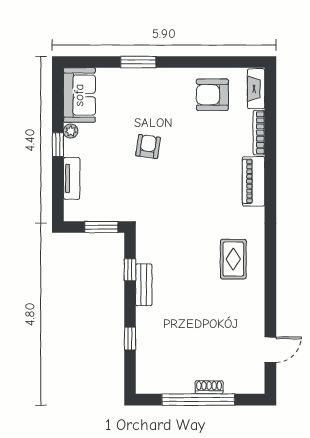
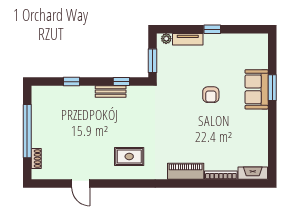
sofa: (79, 95) -> (257, 89), moved, turned 90
armchair: (212, 95) -> (248, 141), removed
plant: (71, 131) -> (166, 39), moved
armchair: (148, 146) -> (211, 95), turned 82
door: (270, 350) -> (81, 183), moved
shoe rack: (209, 387) -> (36, 159), moved

